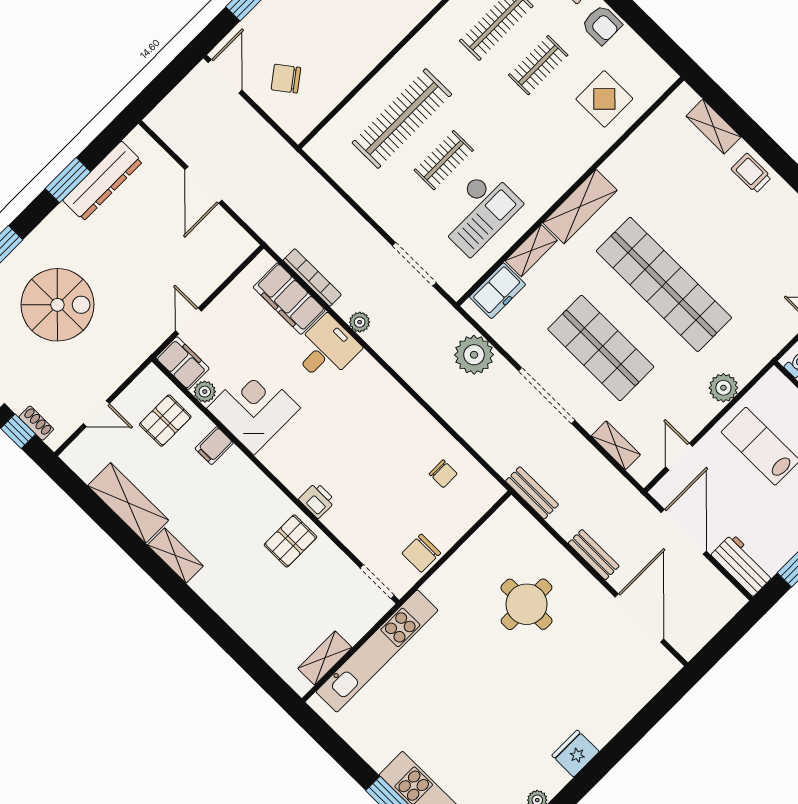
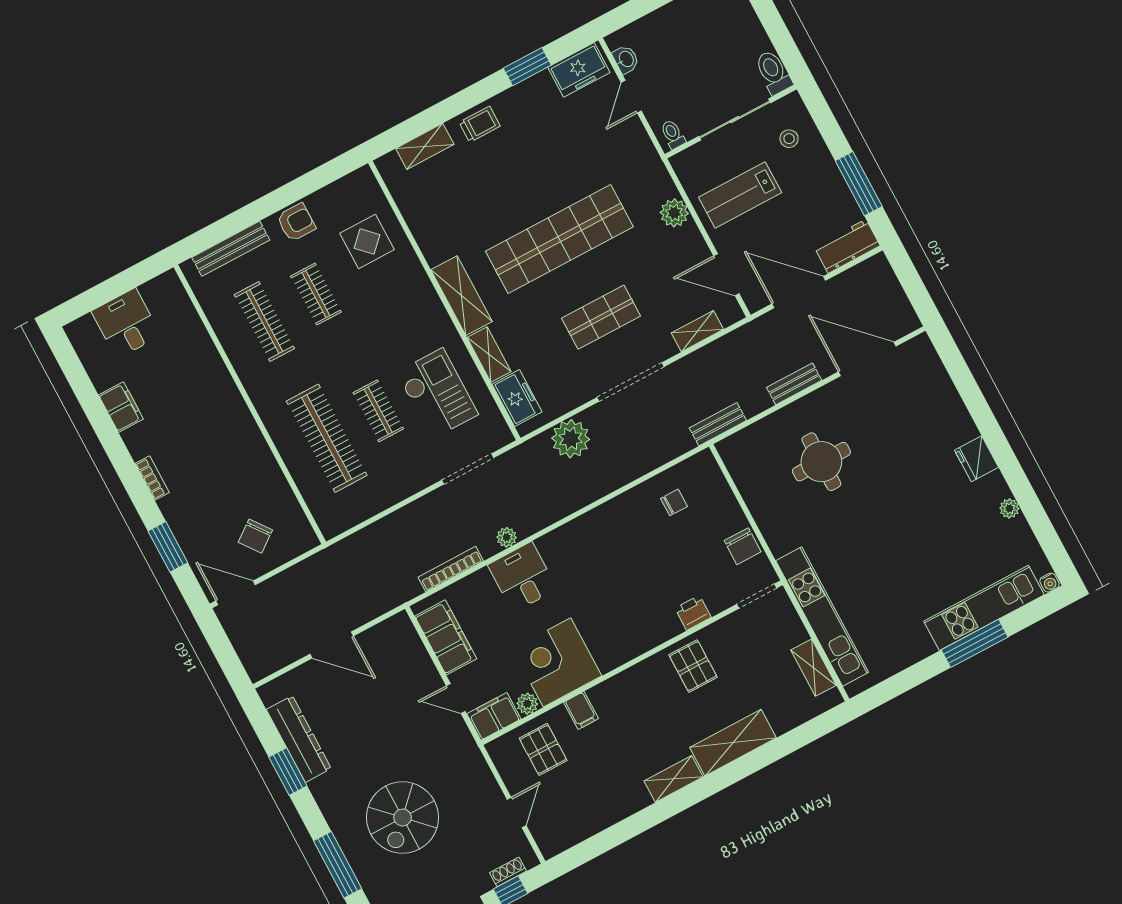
trolley: (751, 173) -> (480, 124), turned 180
filing cabinet: (289, 299) -> (446, 637), moved, turned -90
spiral stairs: (57, 305) -> (403, 817), turned 180
shop shelf: (601, 348) -> (601, 317), width x0.70, depth x0.74
door: (679, 457) -> (726, 275), width x1.38
printer: (317, 500) -> (693, 613), moved
shelving: (128, 503) -> (733, 743), moved

